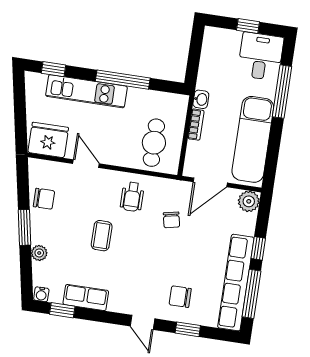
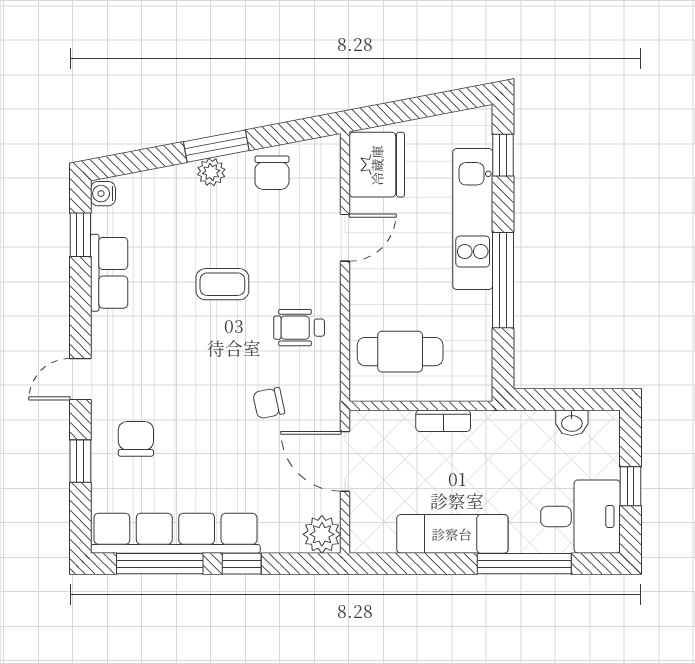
washbasin: (201, 99) -> (572, 423), moved
exam couch: (253, 139) -> (452, 534), width x0.73, depth x0.69
plant: (39, 253) -> (211, 172), moved

